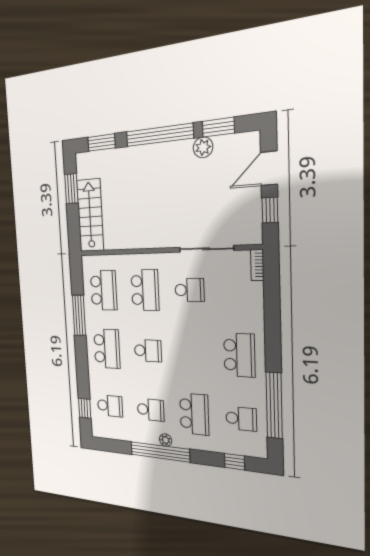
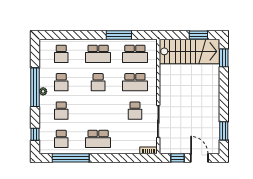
window: (159, 135) -> (224, 96), removed
plant: (203, 147) -> (214, 122), removed
stairs: (90, 215) -> (189, 51), width x1.36, depth x1.51
window: (85, 408) -> (58, 35), removed
school desk: (194, 414) -> (61, 111), width x0.54

